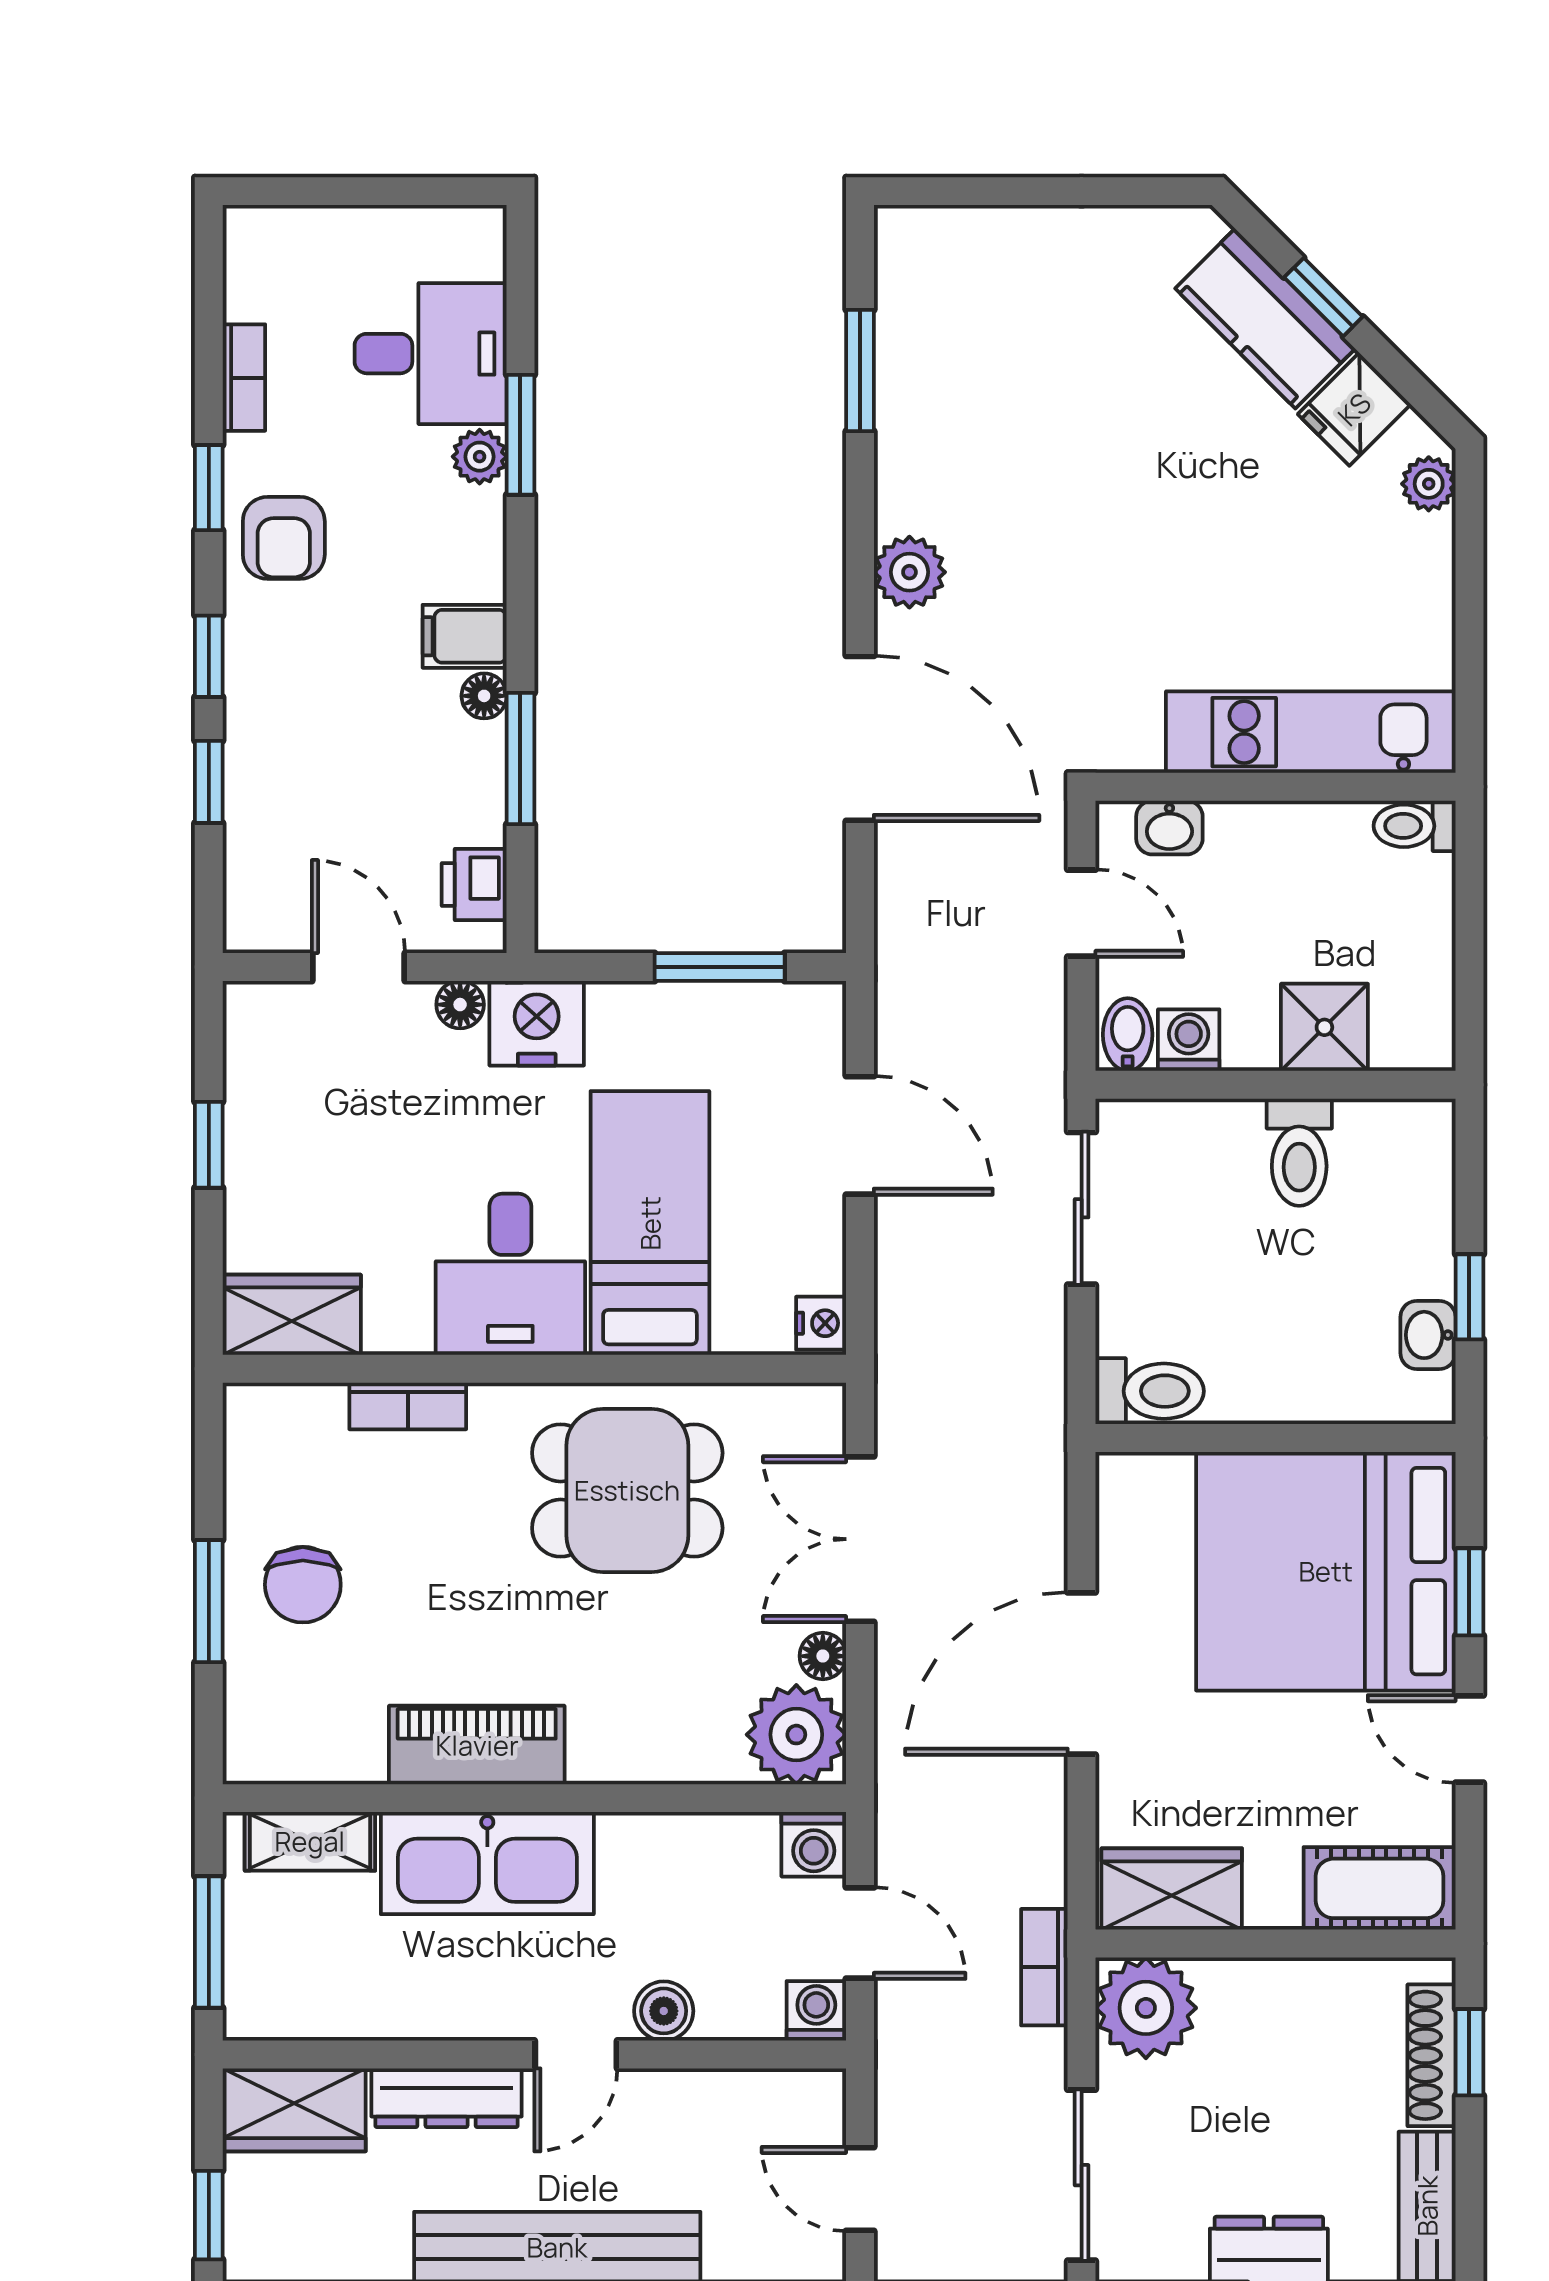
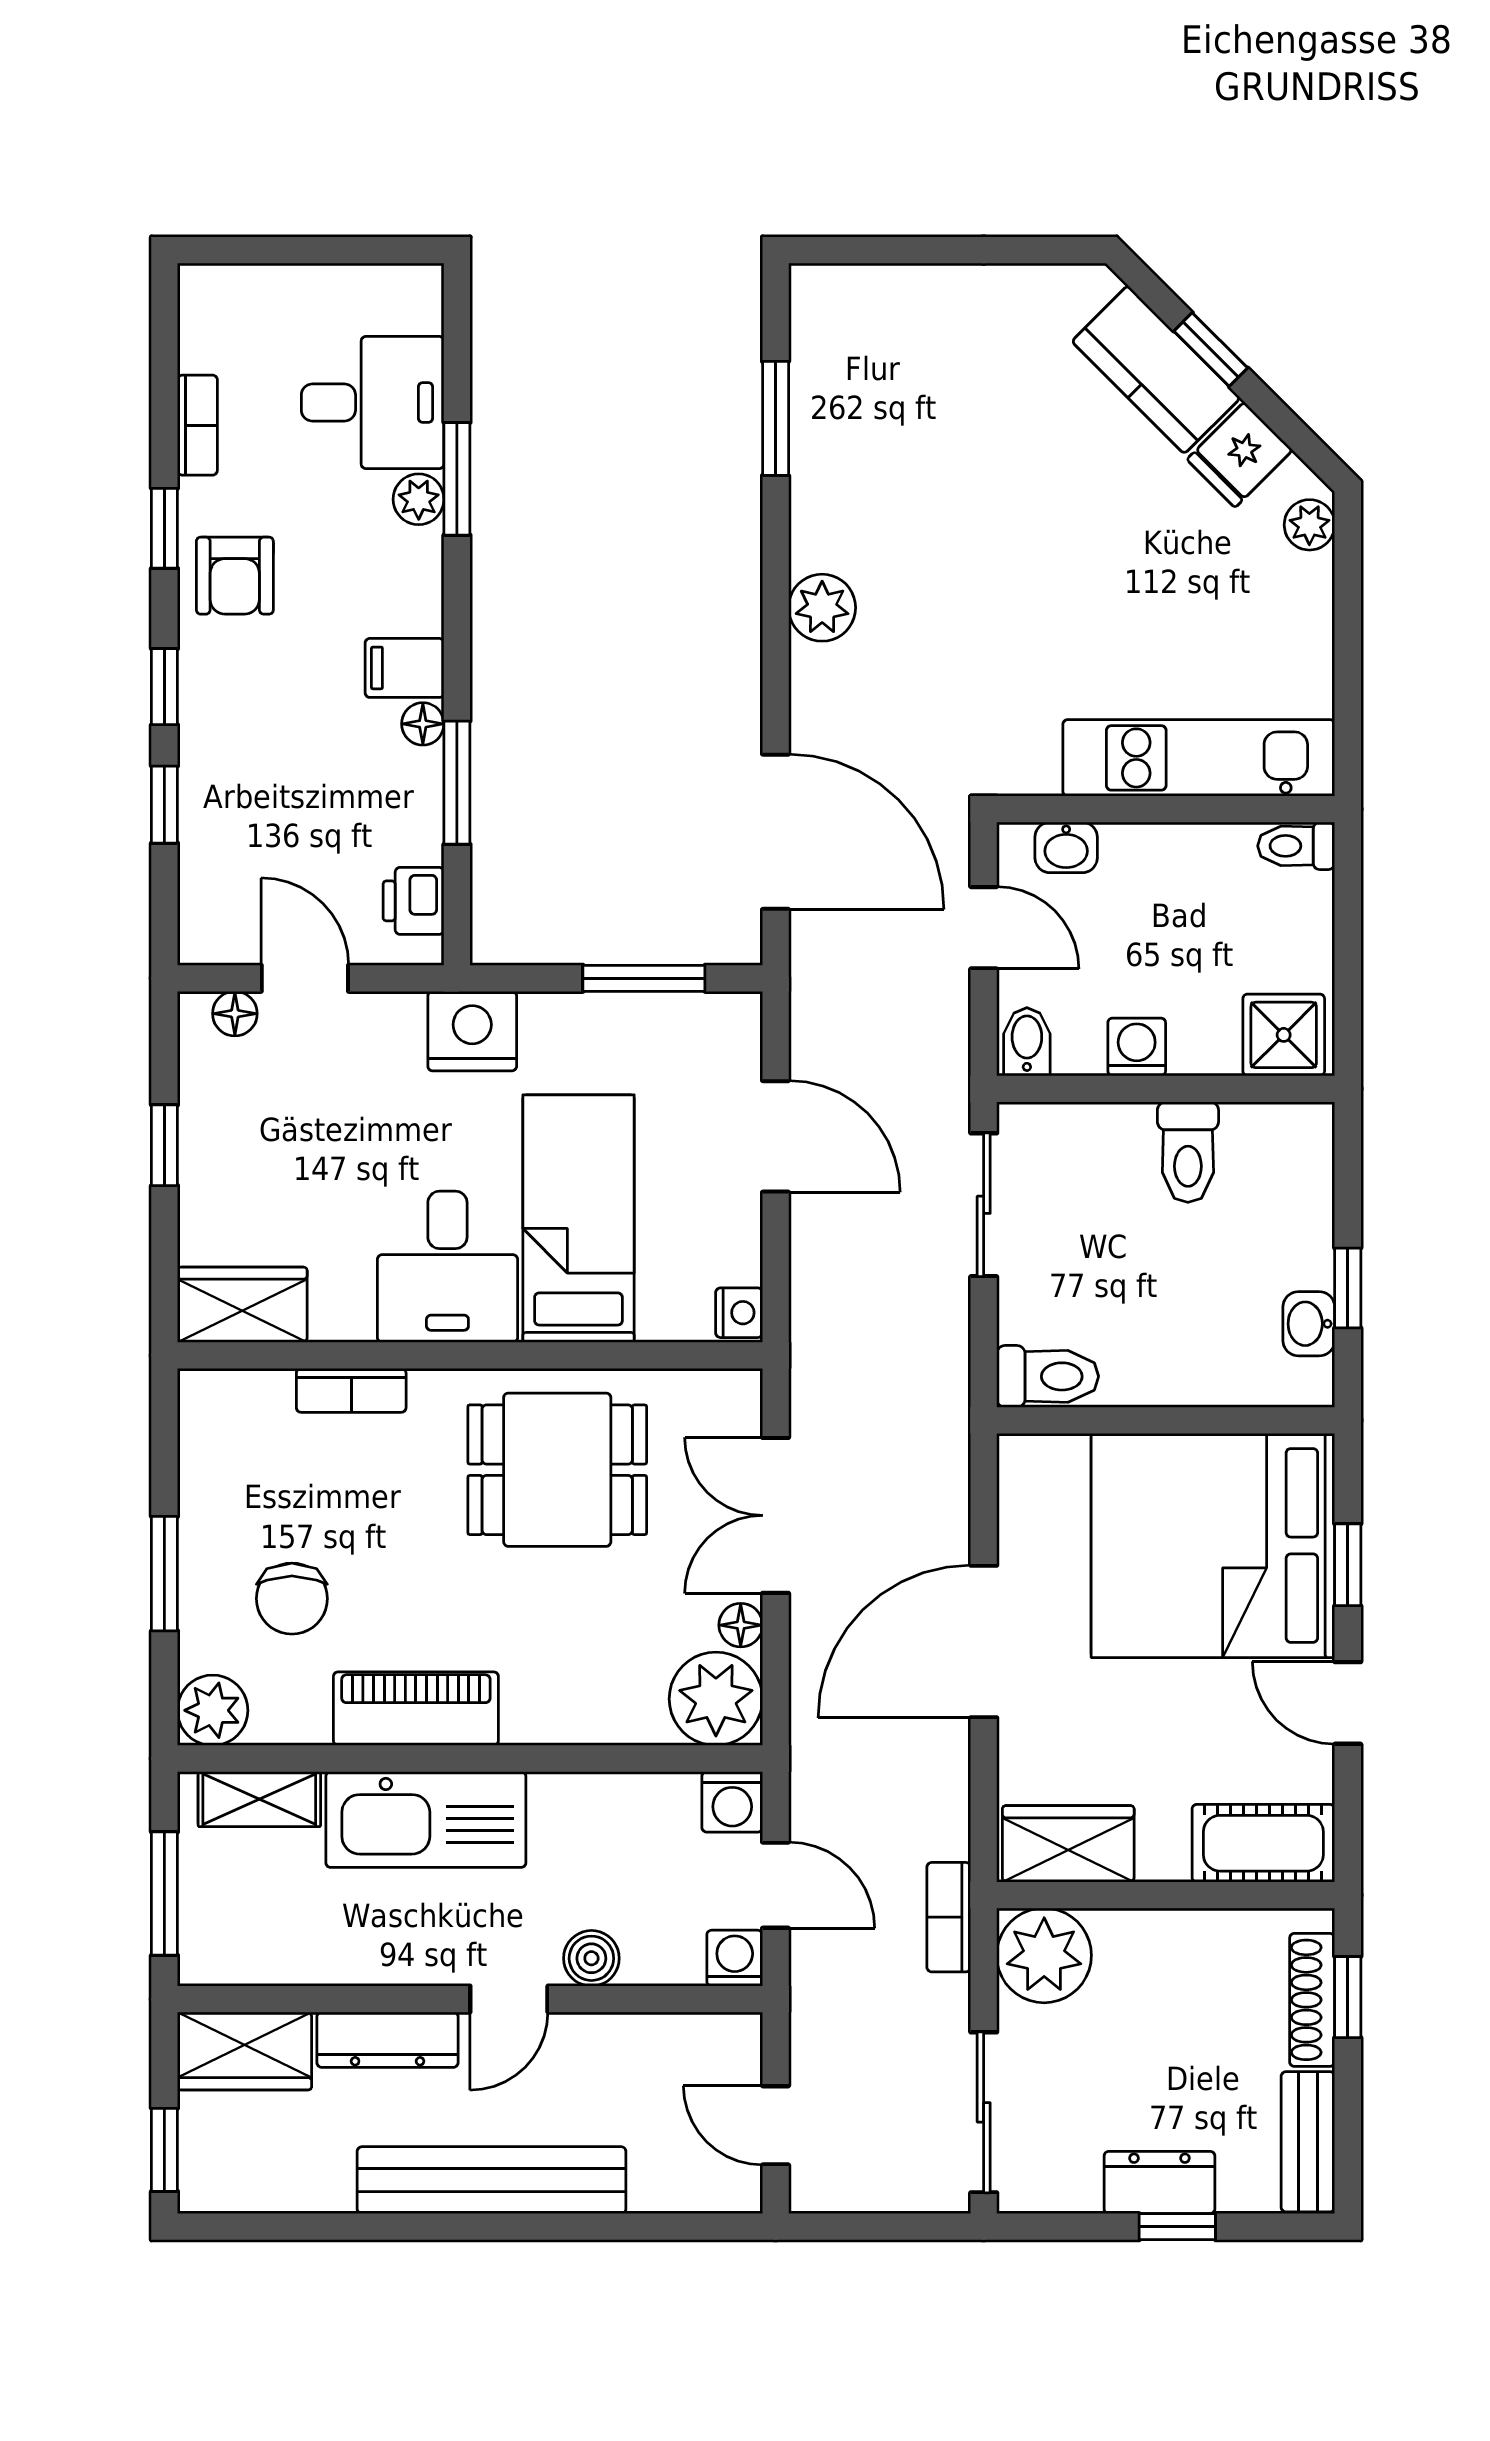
door: (860, 738) -> (776, 832), moved
floor lamp: (460, 1005) -> (235, 1014), moved
shower: (1324, 1027) -> (1284, 1035), moved
washing machine: (1189, 1040) -> (1137, 1047), moved
chair: (303, 1585) -> (292, 1599), moved
plant: (260, 1747) -> (213, 1710), added

